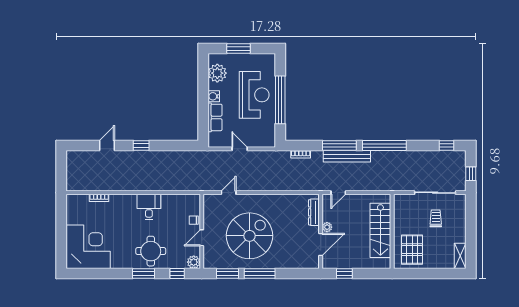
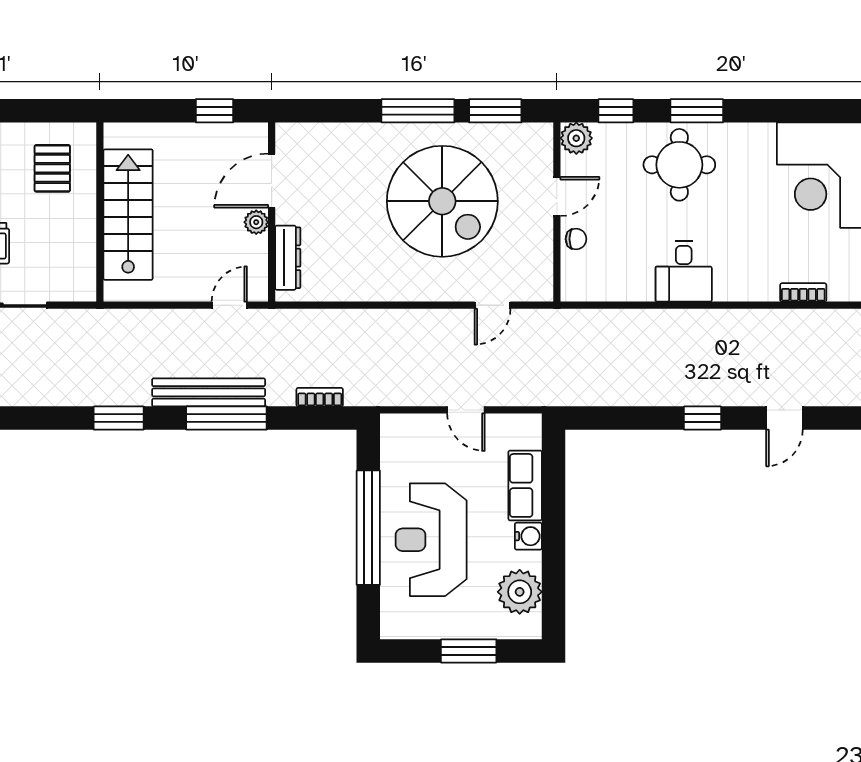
window: (384, 146) -> (119, 418), width x0.47
spiral stairs: (250, 236) -> (442, 201), turned -90
pallet: (412, 250) -> (52, 168), width x0.67, depth x0.71

